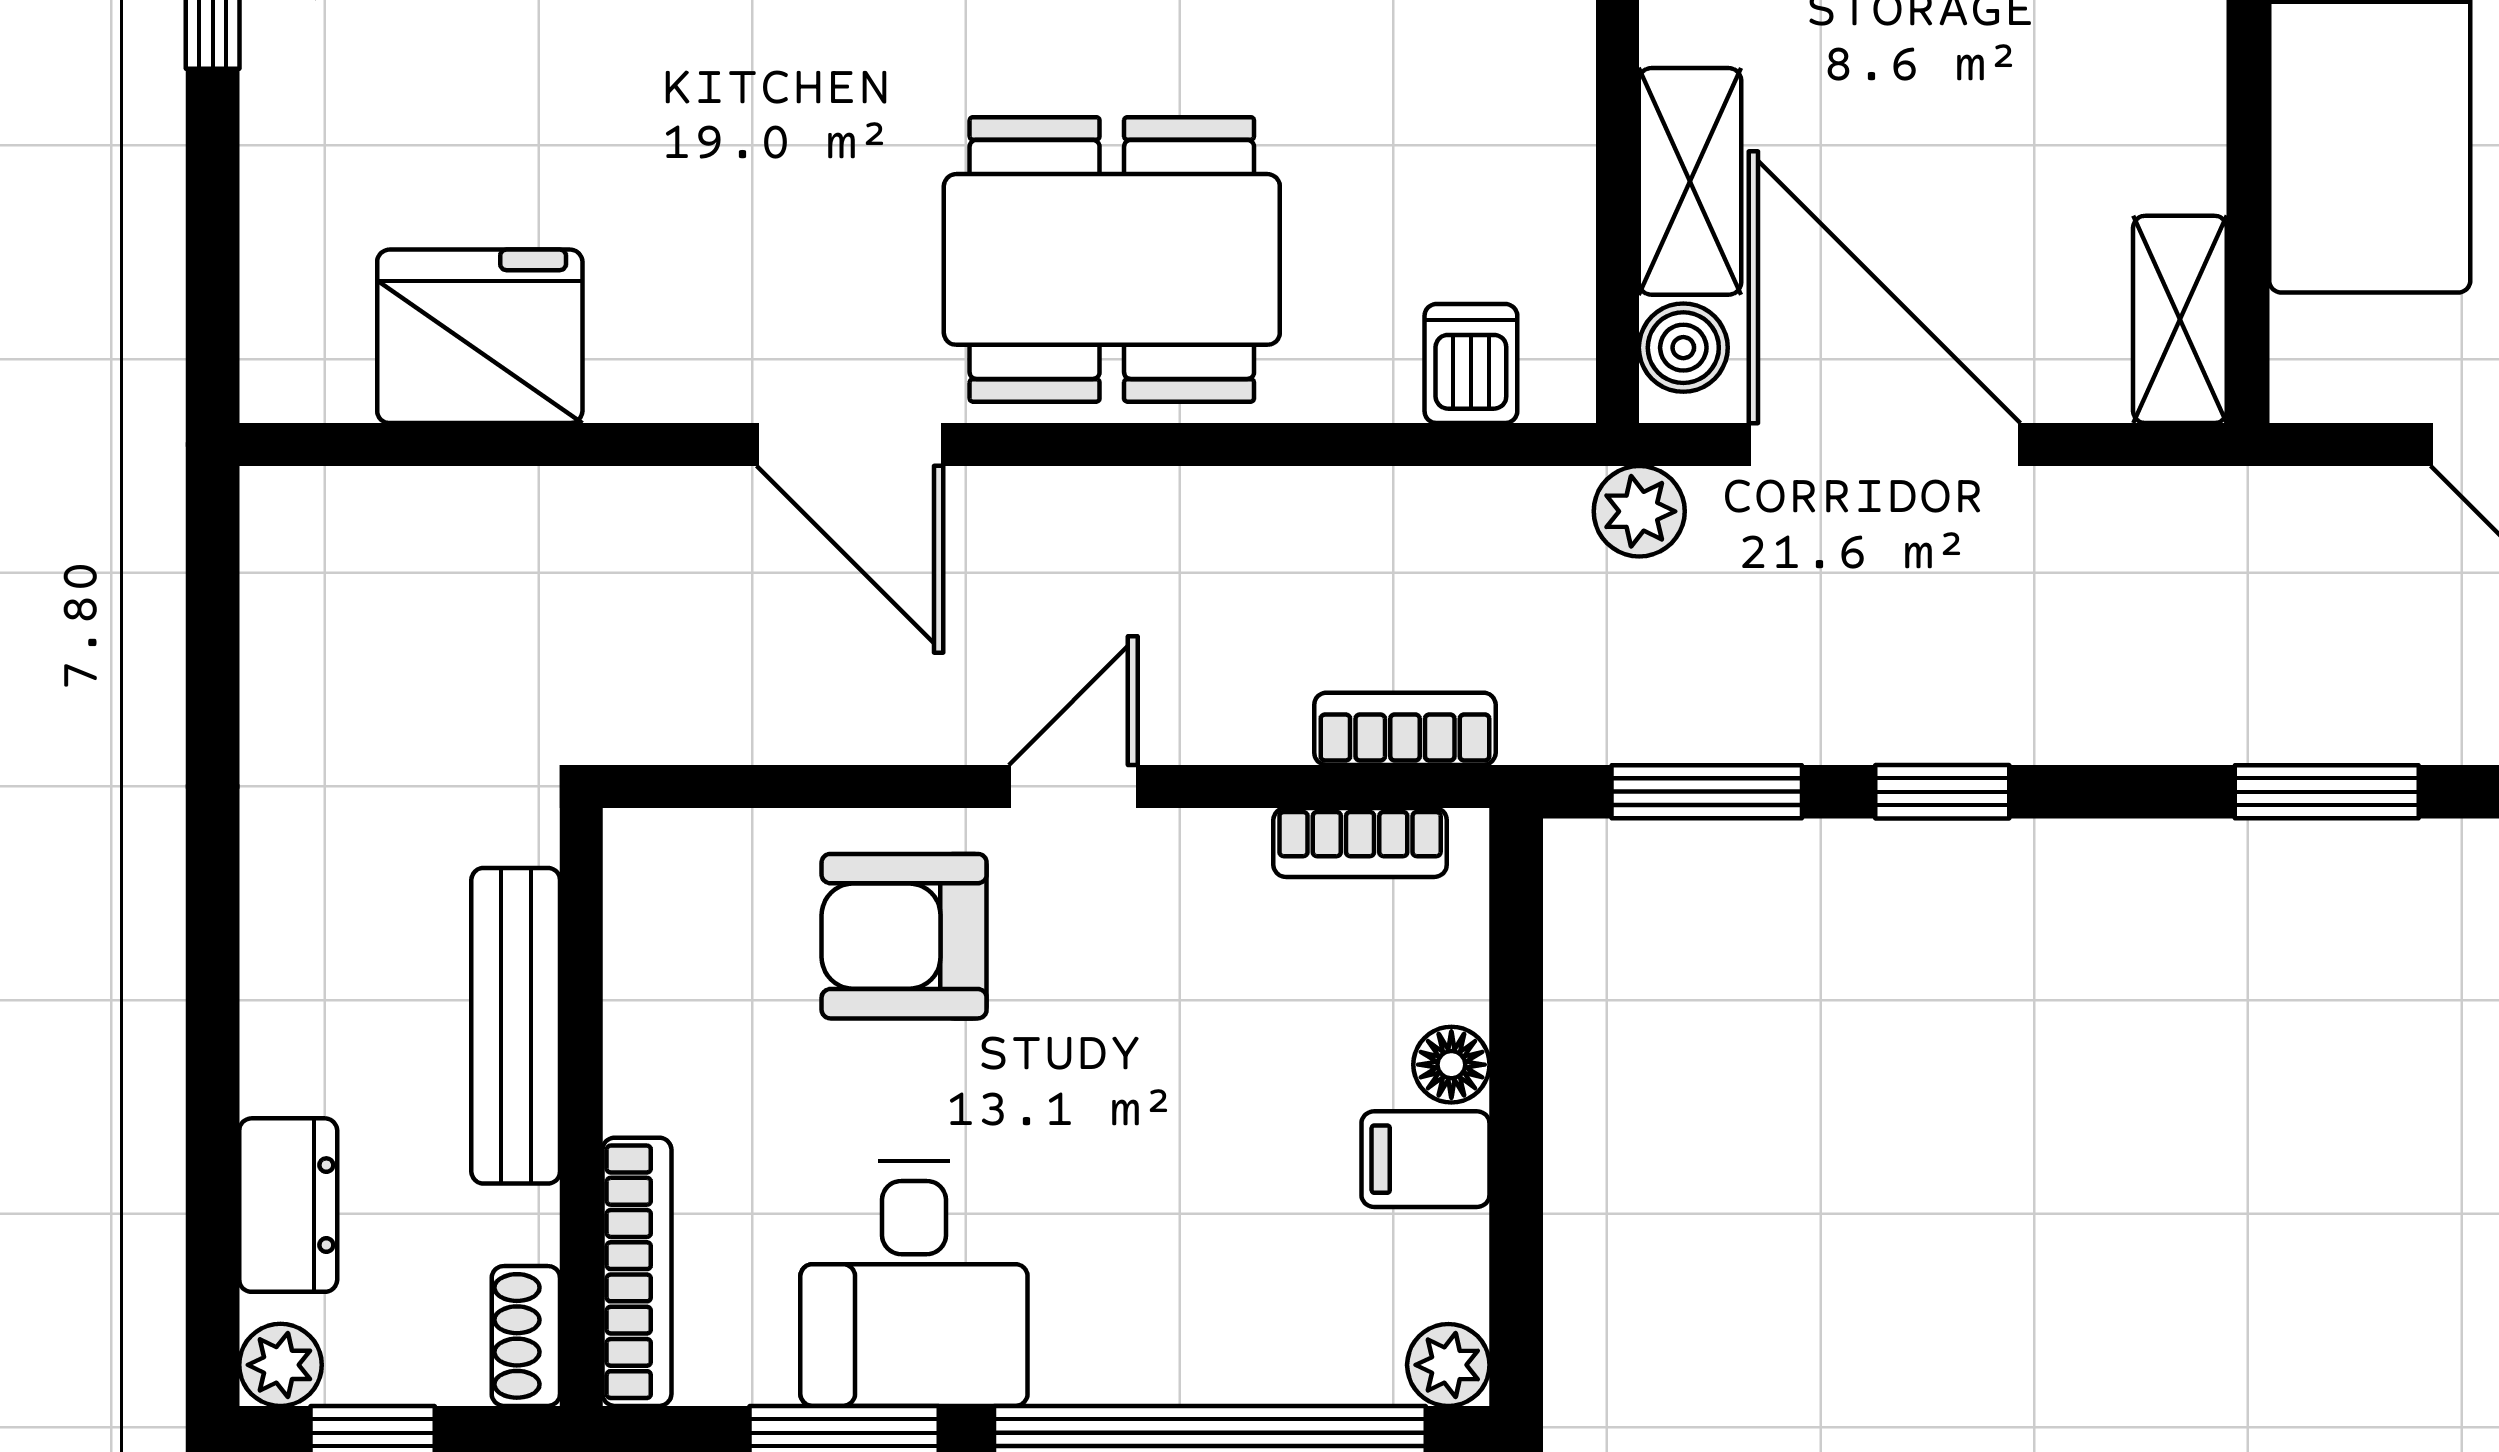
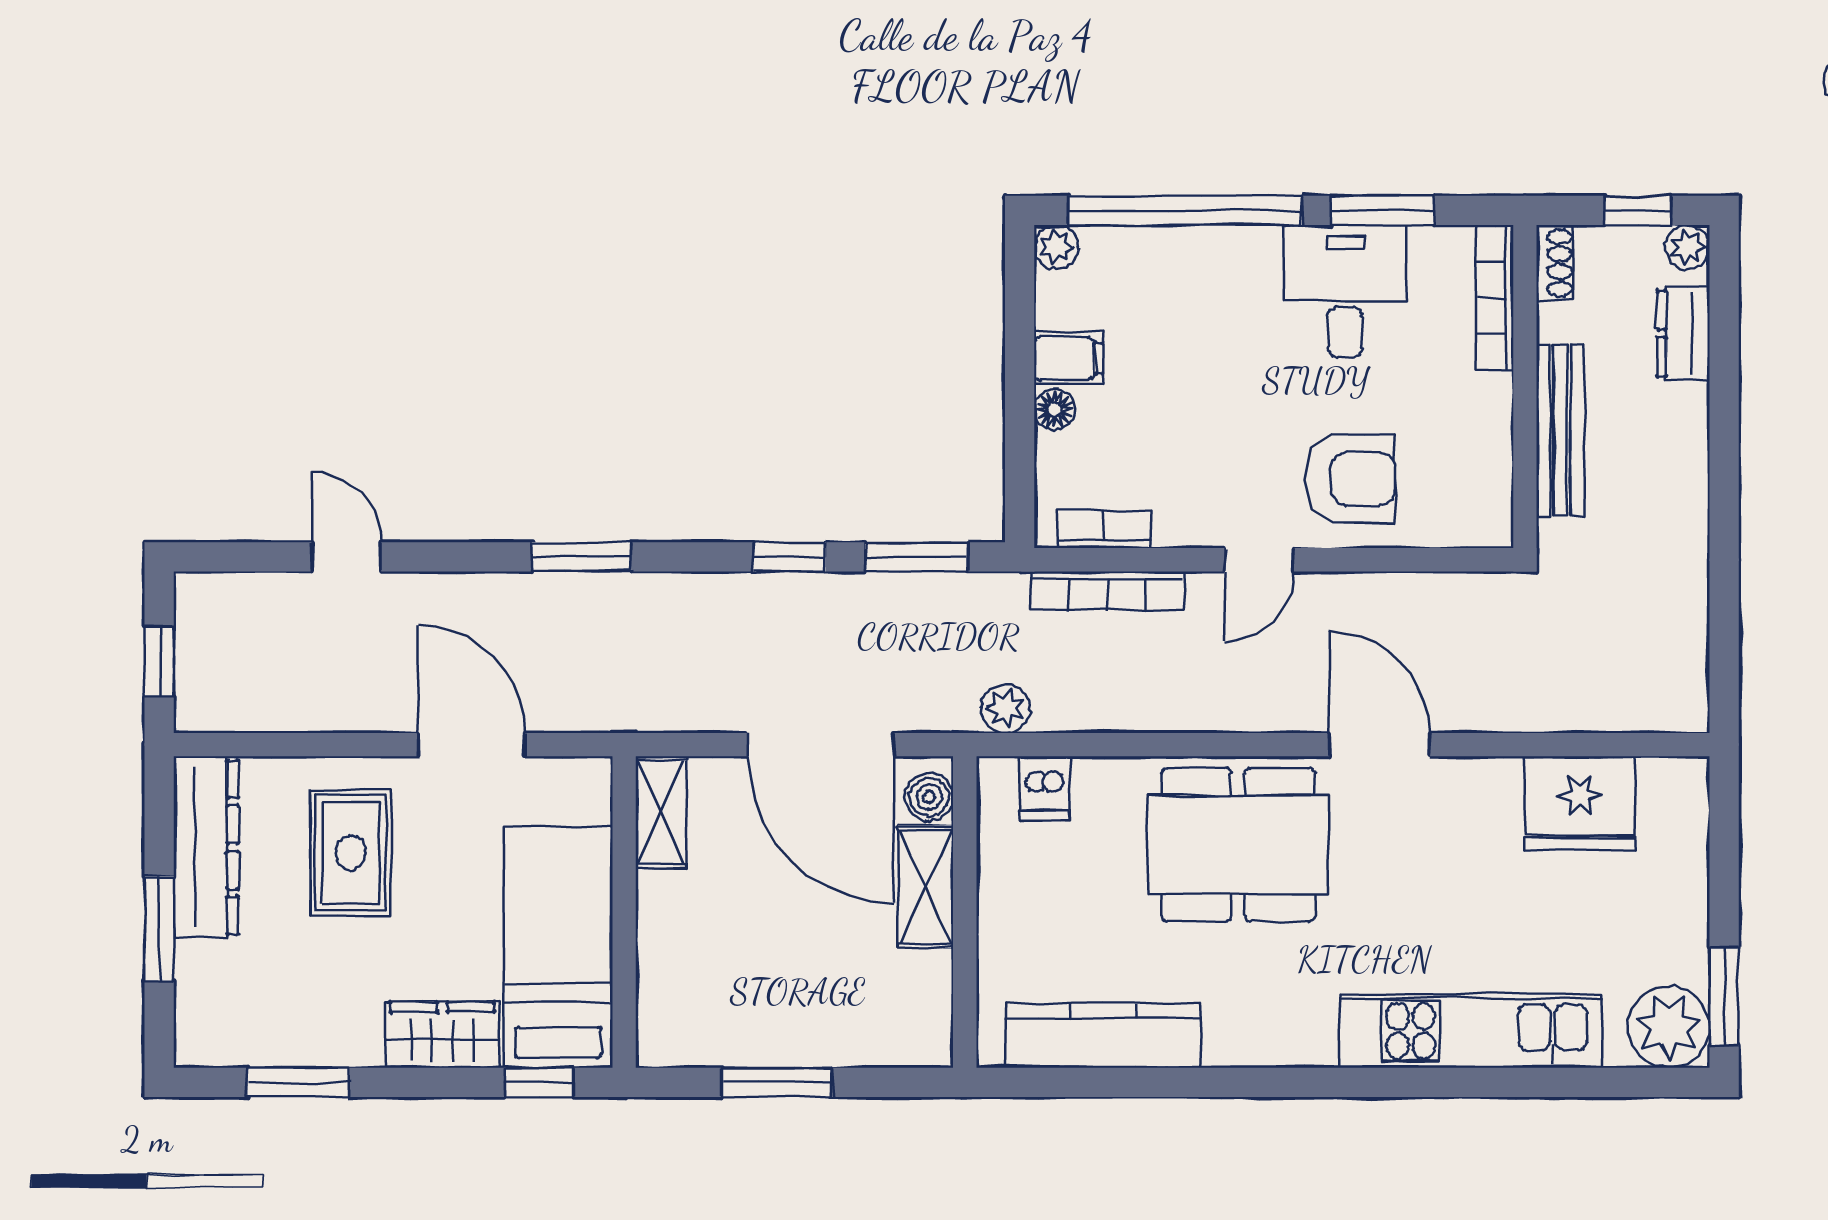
plant: (1639, 511) -> (1005, 709), moved
bookcase: (1405, 729) -> (1107, 591), width x1.56

